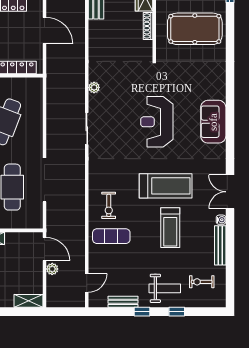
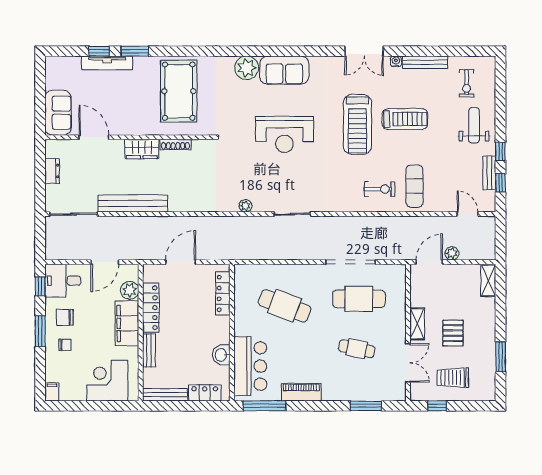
plant: (215, 88) -> (247, 68), added
treadmill: (166, 186) -> (357, 124), turned 180
window: (177, 312) -> (500, 183), moved

